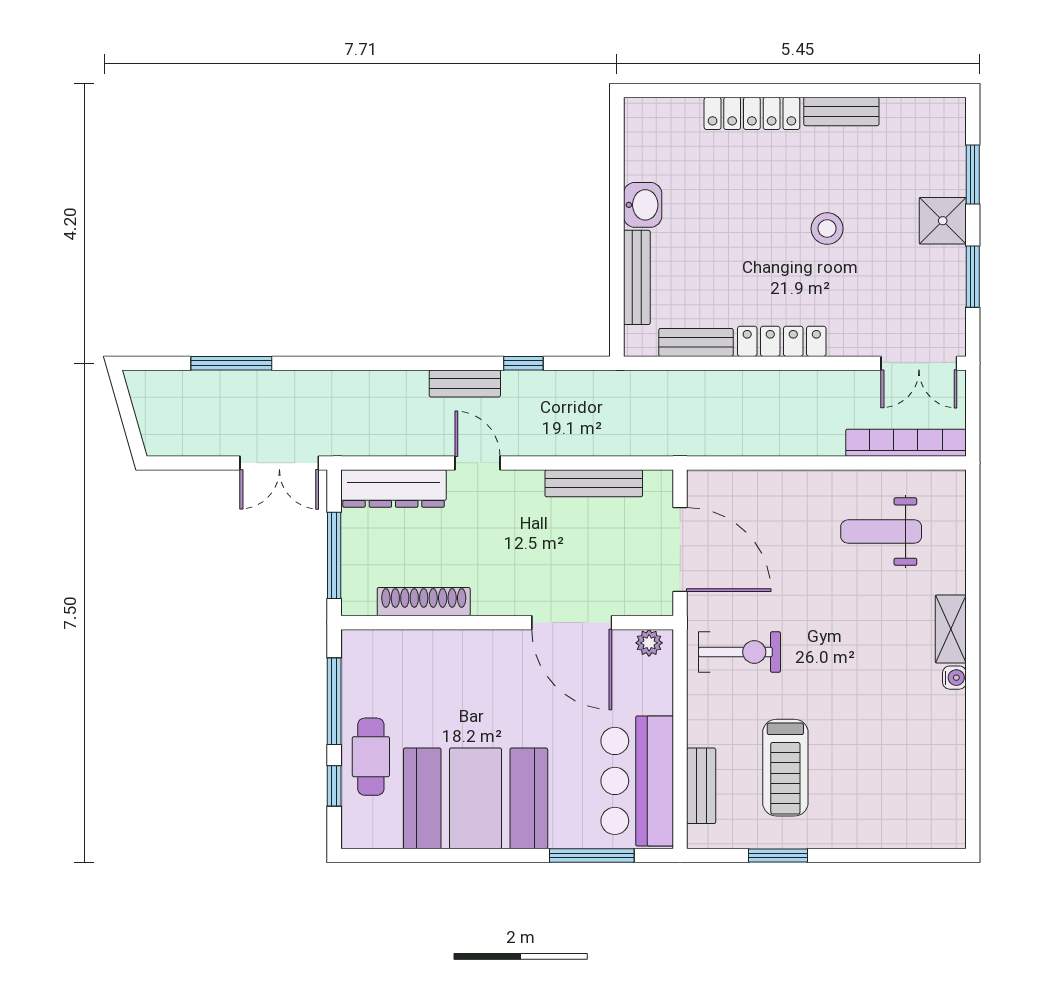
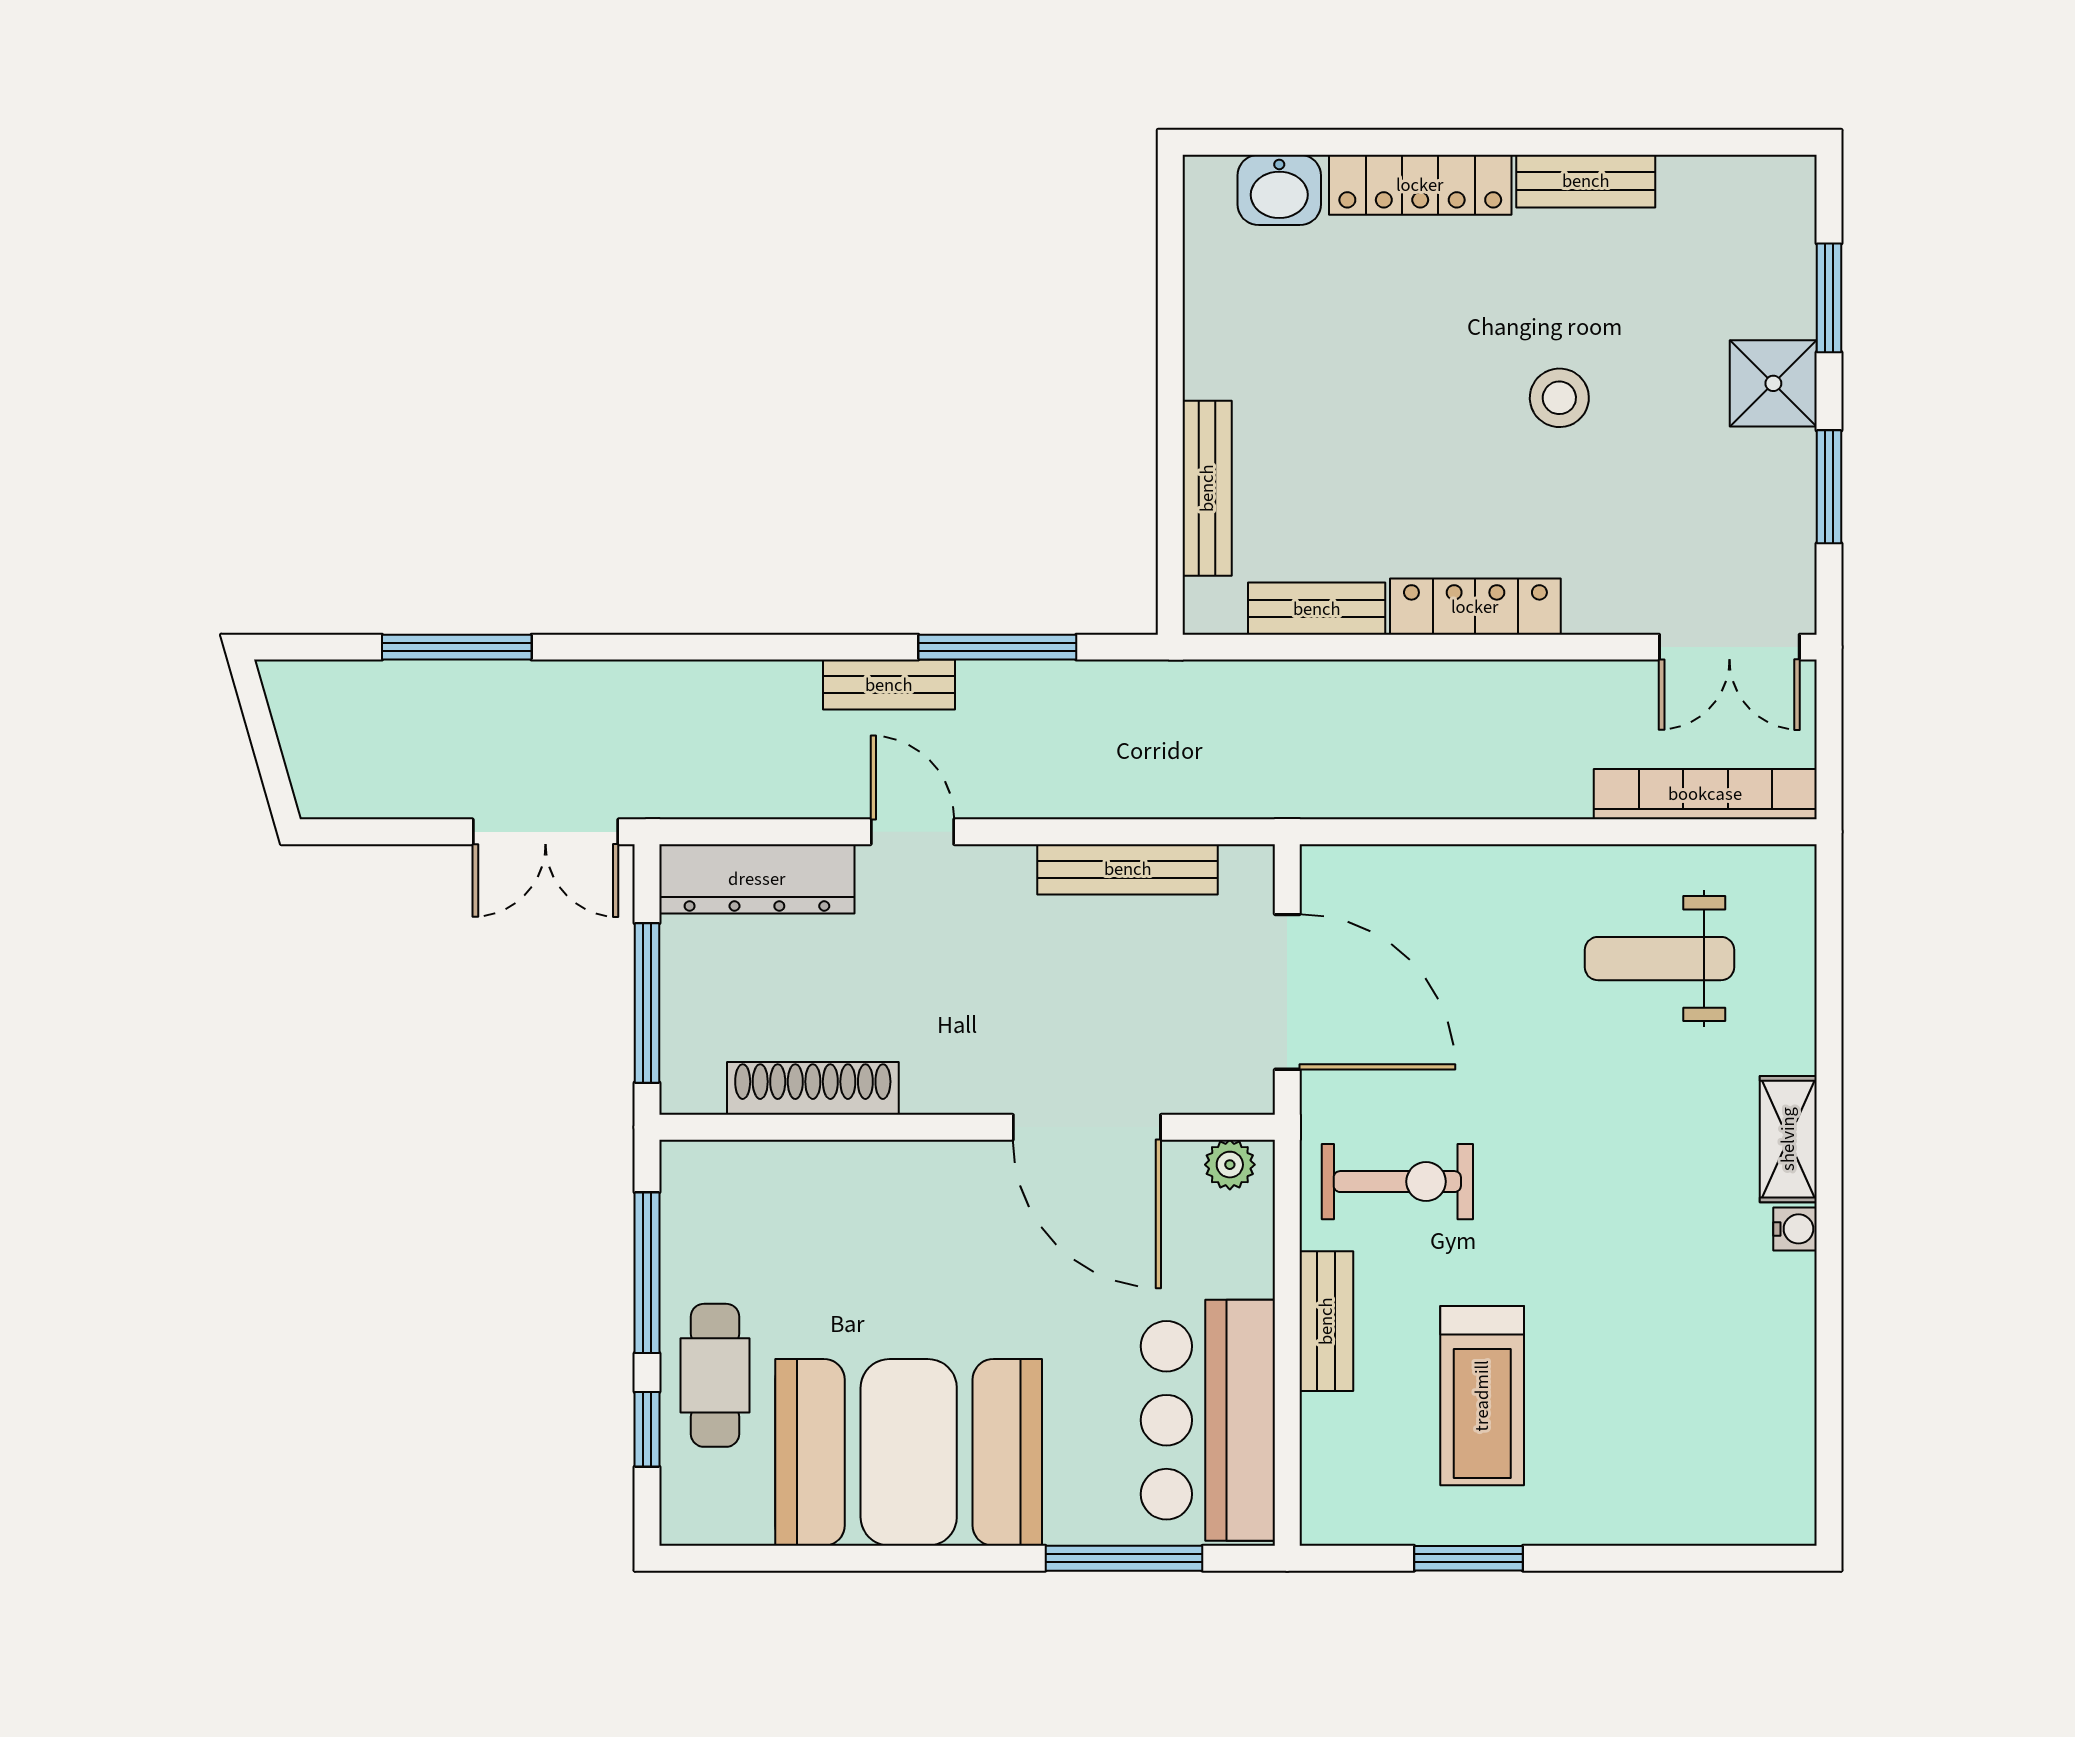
washbasin: (643, 205) -> (1279, 190), moved, turned 90
window: (523, 363) -> (997, 647), width x2.17
bench: (701, 786) -> (1326, 1321), moved

